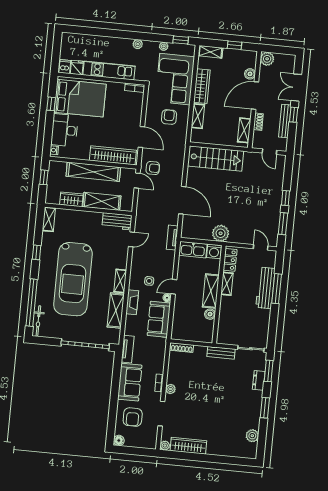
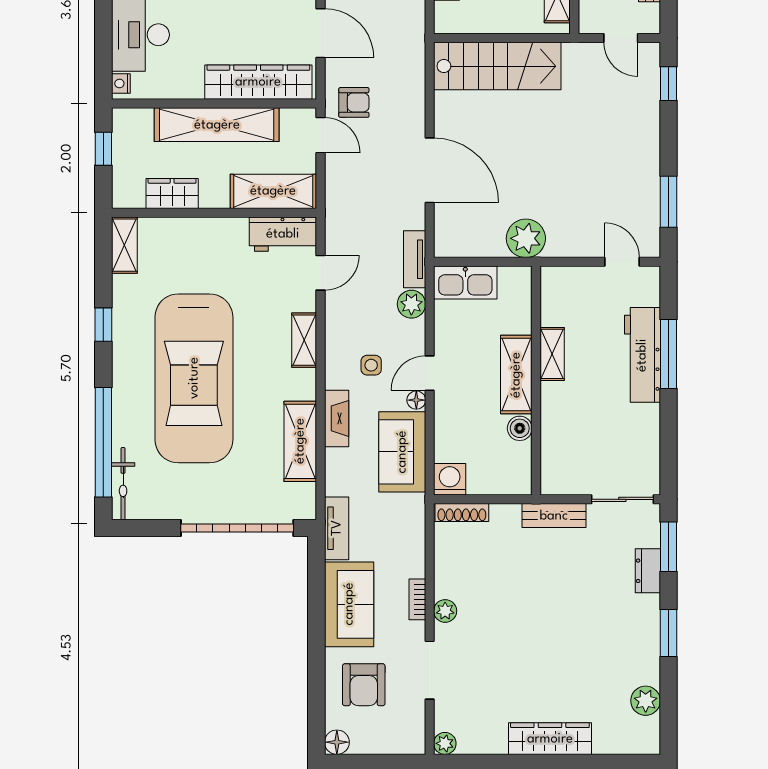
window: (285, 198) -> (668, 84), moved
shelving: (102, 201) -> (273, 191), moved
washing machine: (214, 251) -> (450, 479), moved, turned 180
plant: (169, 257) -> (411, 304), added
locker: (230, 260) -> (554, 298), removed
shelving: (120, 281) -> (304, 340), moved
wardrobe: (188, 446) -> (550, 739), moved

